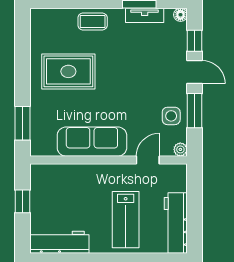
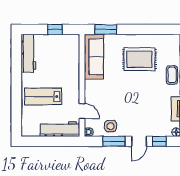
rug: (68, 71) -> (139, 59), turned 90
sofa: (92, 142) -> (94, 57), moved
workbench: (176, 223) -> (60, 129), moved

